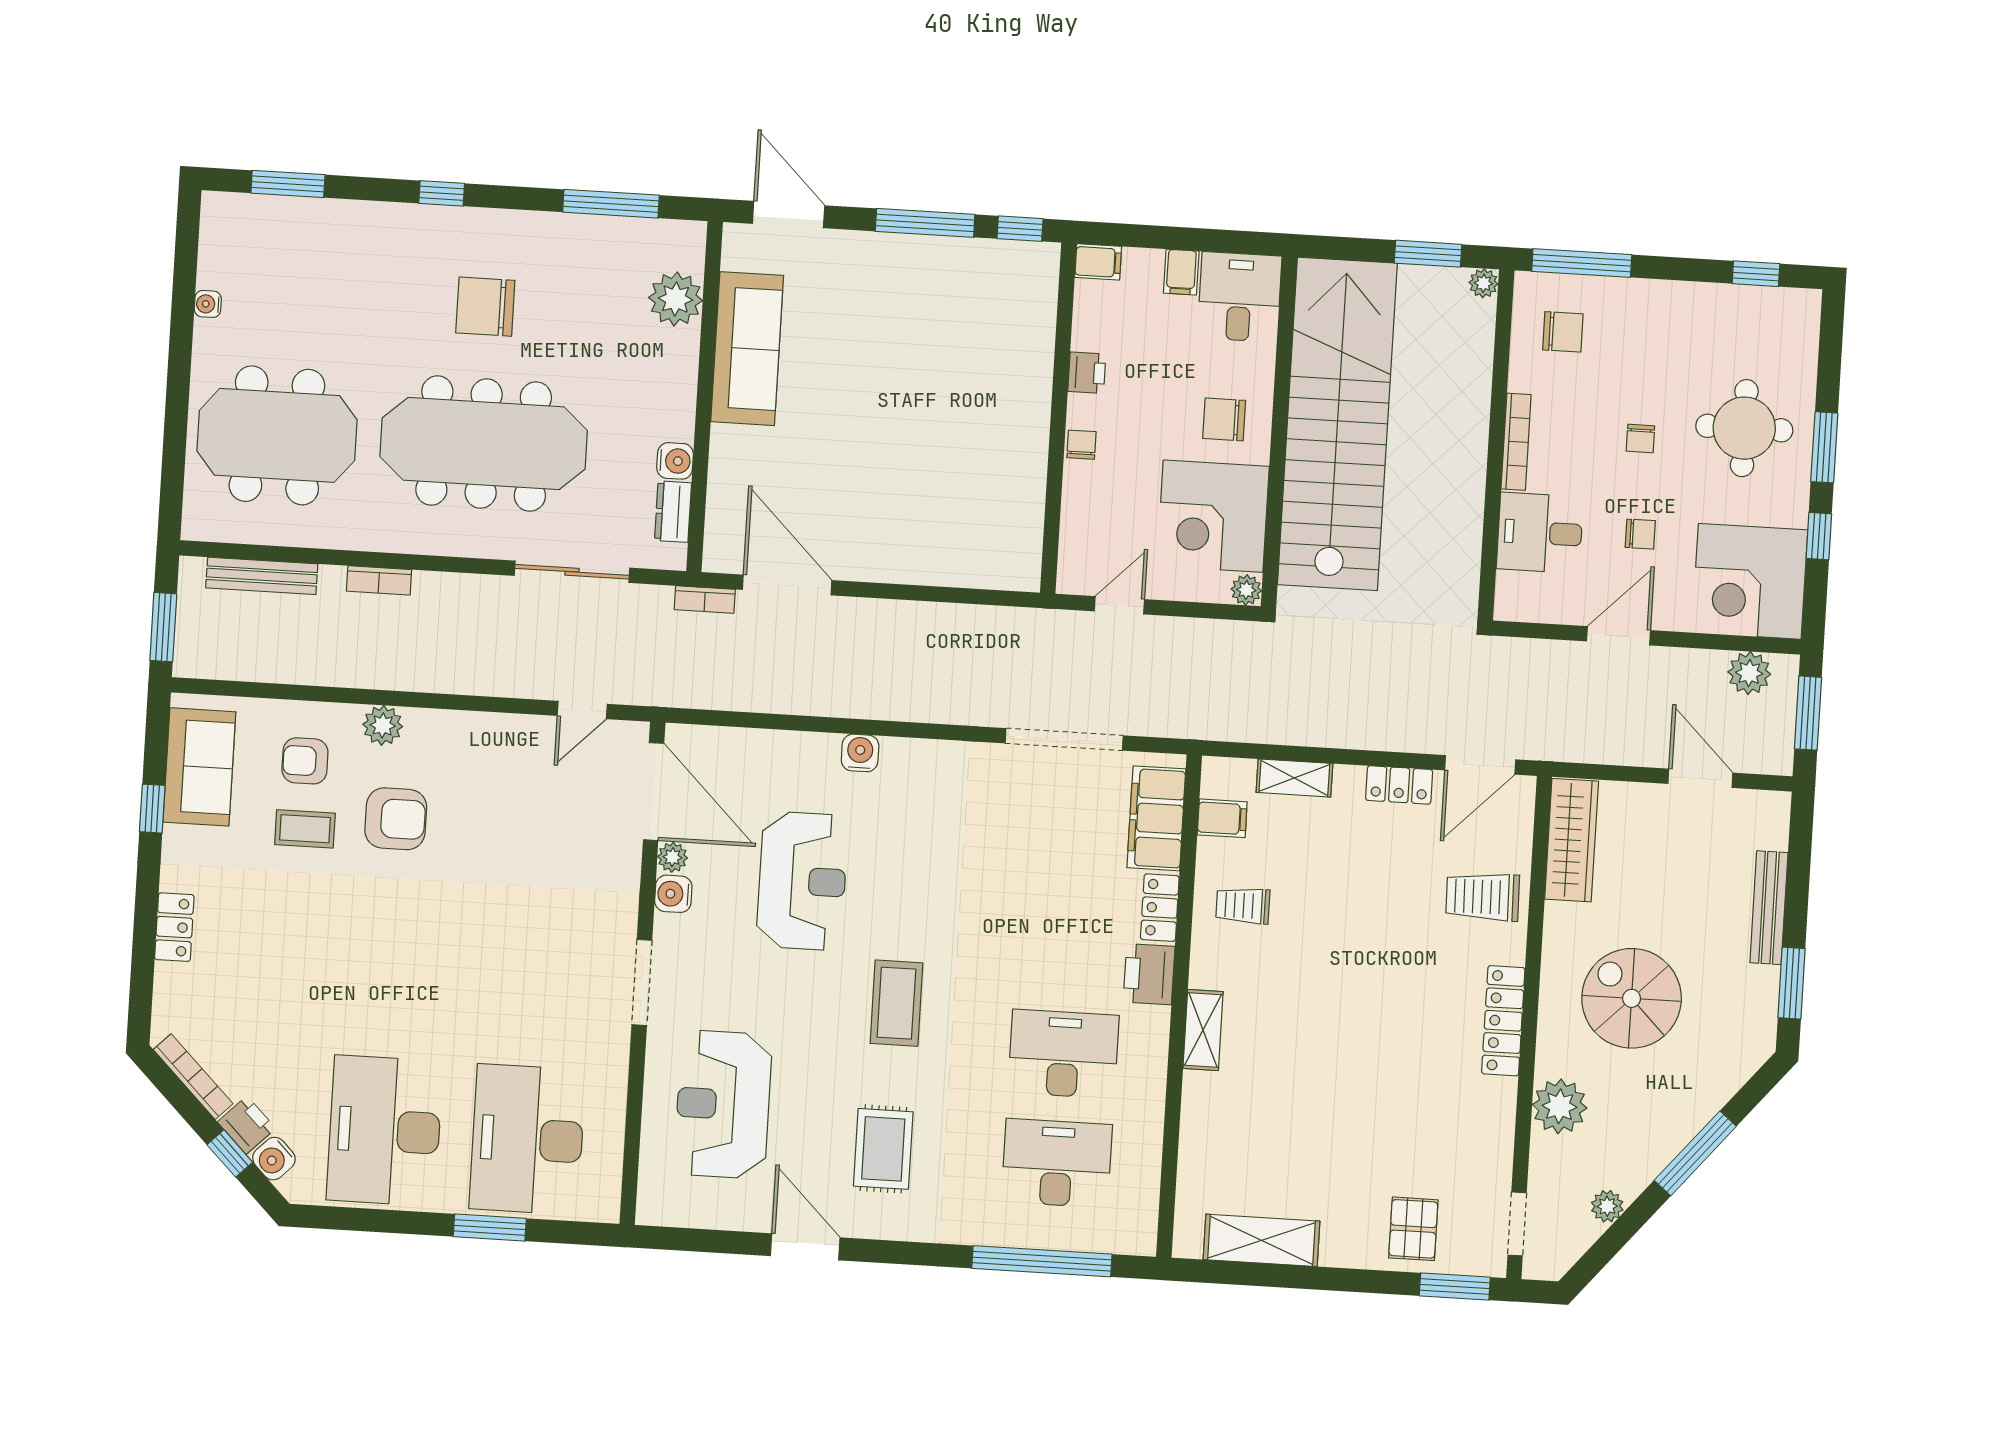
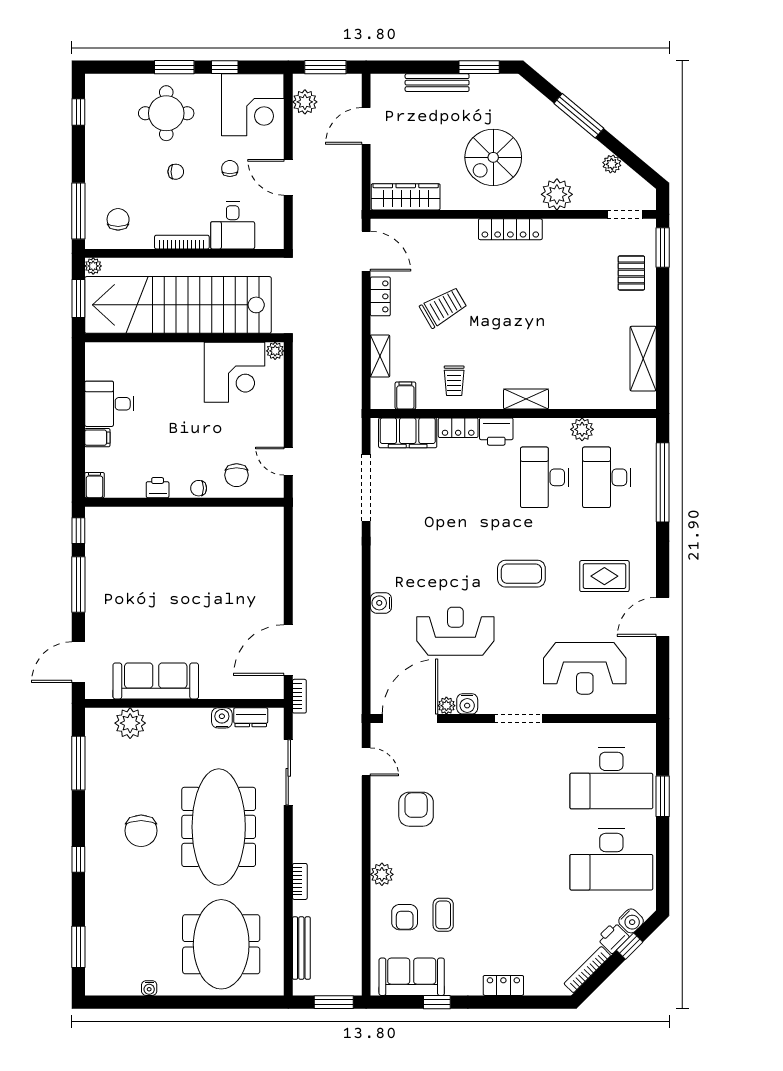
chair: (1224, 419) -> (237, 475), moved
stairs: (1337, 424) -> (178, 305), moved
wall: (1279, 432) -> (184, 338), moved
corner desk: (1213, 516) -> (234, 372), moved
plant: (1246, 590) -> (275, 351), moved
armchair: (396, 819) -> (416, 809), moved
trolley: (1483, 897) -> (443, 307), moved, turned -119
plant: (1144, 1125) -> (582, 429), added
pallet: (1413, 1229) -> (631, 273), turned 90

